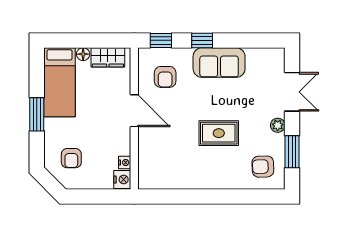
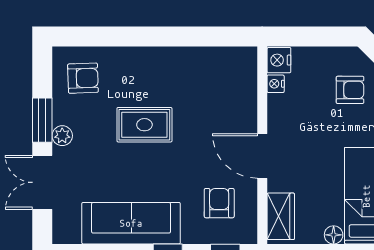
wardrobe: (108, 57) -> (281, 216), moved, turned 90
sofa: (219, 63) -> (131, 223), width x1.36
window: (292, 152) -> (42, 120), moved
armchair: (71, 158) -> (350, 90), turned 90

